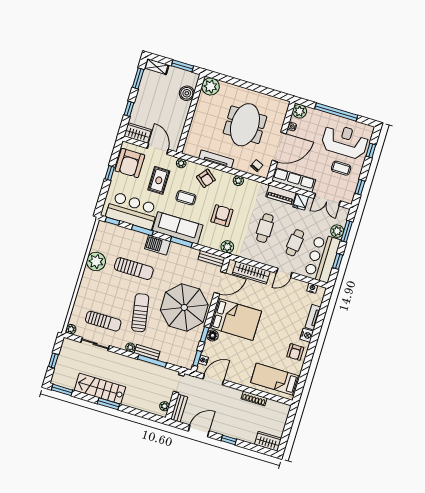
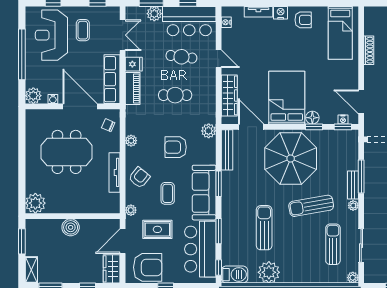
boiler: (187, 93) -> (71, 227), moved
barbecue: (157, 245) -> (235, 275), moved, turned -90
bench: (211, 259) -> (227, 150), width x1.36

